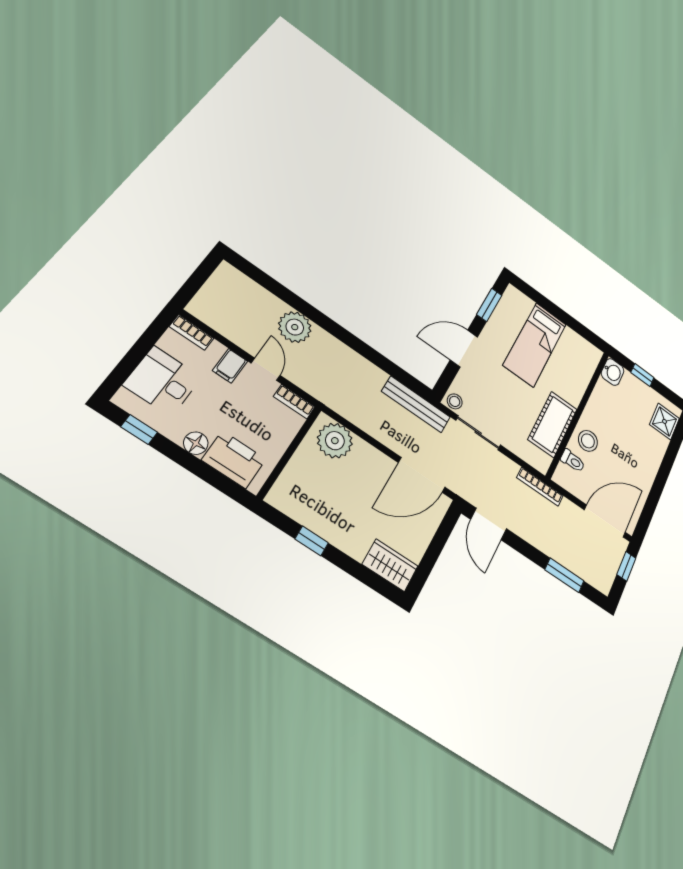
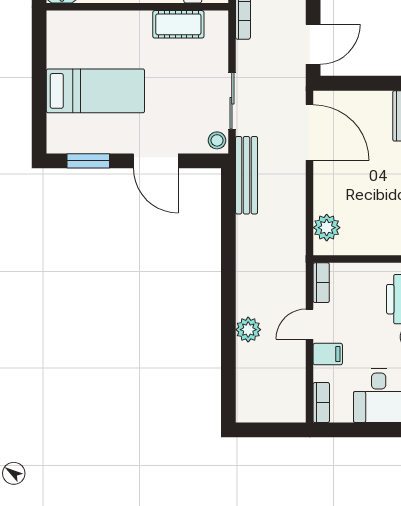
plant: (295, 327) -> (248, 330), width x0.73, depth x0.73
cot: (553, 424) -> (178, 24), width x0.73, depth x0.75
plant: (335, 441) -> (327, 228), width x0.73, depth x0.73

